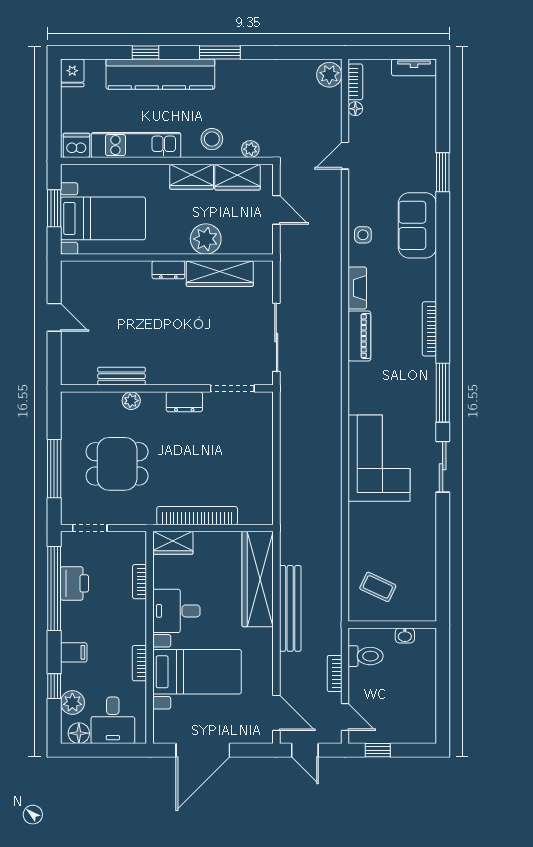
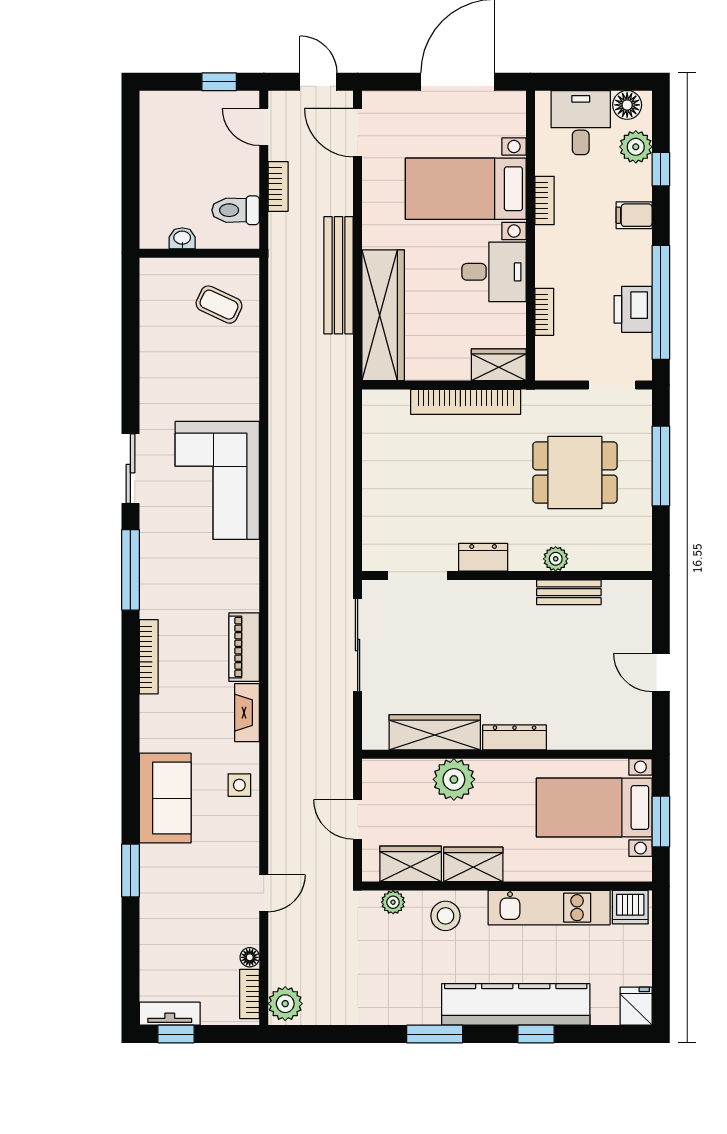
window: (409, 52) -> (176, 1034), added
dresser: (168, 270) -> (515, 737), width x1.44

